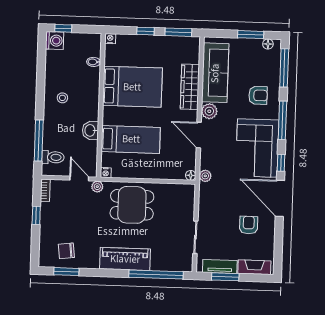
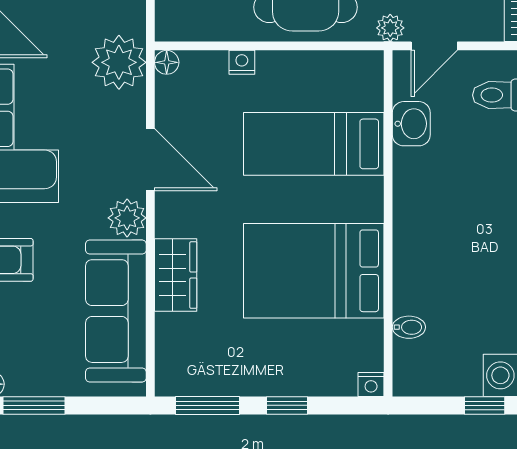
wardrobe: (190, 87) -> (176, 275), width x0.67
stool: (62, 98) -> (481, 238), removed
washbasin: (90, 130) -> (411, 124), moved
nightstand: (106, 173) -> (242, 62), moved
plant: (205, 176) -> (119, 62), width x1.87, depth x1.87
door: (79, 178) -> (434, 46), hinge flipped

